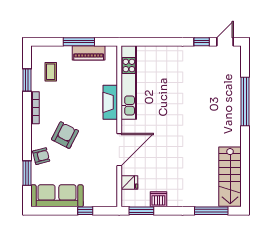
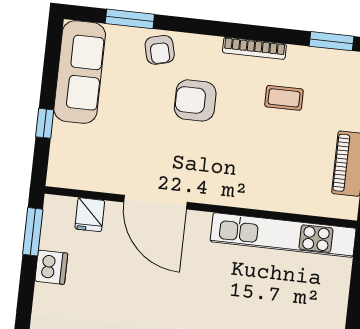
coffee table: (51, 72) -> (284, 98), moved
window: (27, 80) -> (332, 41), moved
fireplace: (110, 102) -> (249, 195), removed
armchair: (65, 135) -> (195, 100), turned 153

